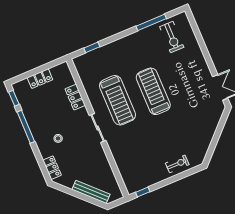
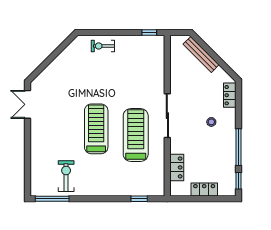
window: (151, 22) -> (52, 199), moved
exercise bike: (172, 37) -> (66, 176), moved
treadmill: (153, 91) -> (96, 129), turned 180
locker: (75, 97) -> (177, 167), moved
sliding door: (98, 128) -> (167, 116), width x1.37

